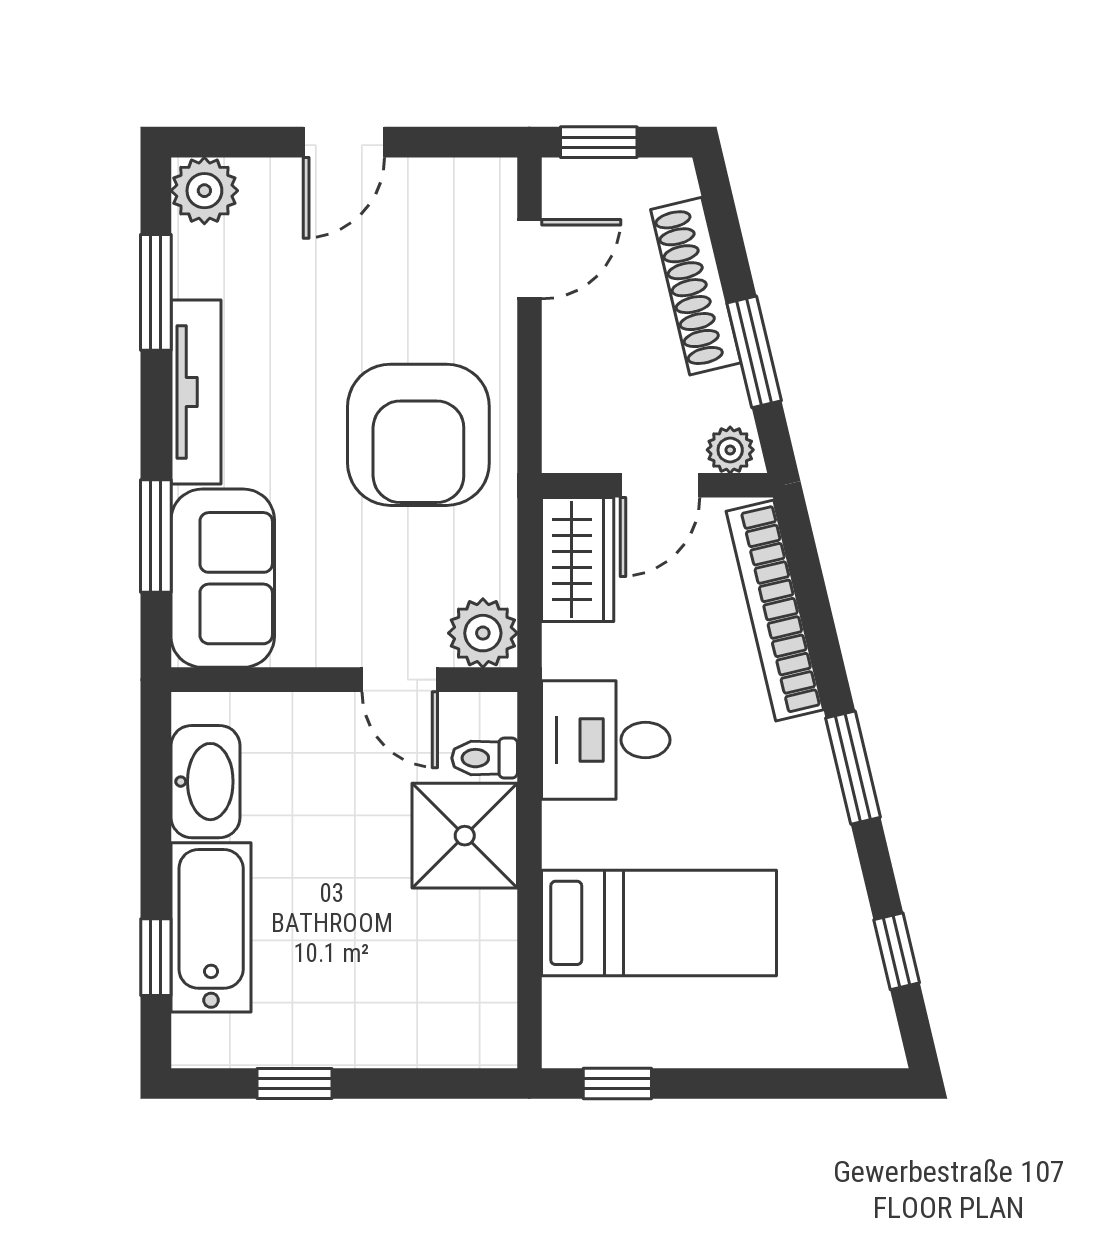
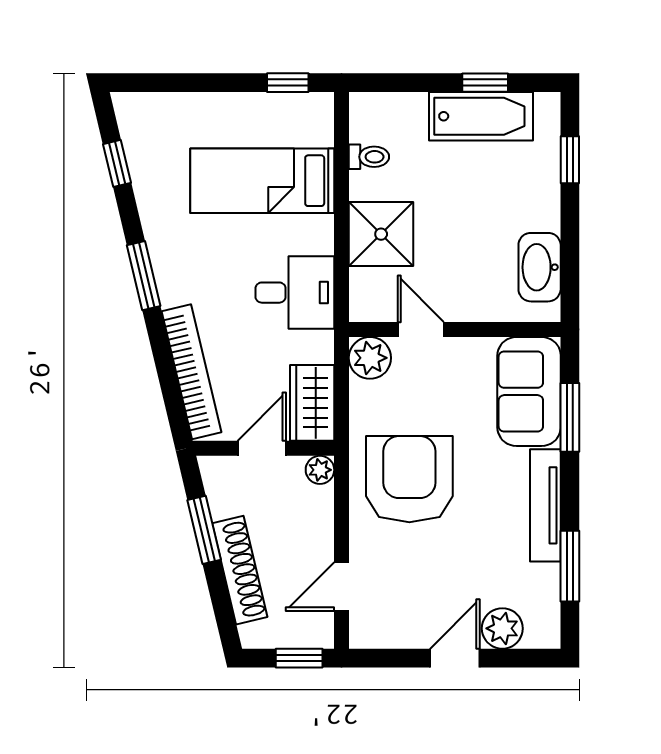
plant: (204, 191) -> (502, 628), moved
plant: (730, 450) -> (320, 470), moved
toilet: (485, 758) -> (369, 157), moved
bathtub: (211, 927) -> (481, 116), moved, turned -90

